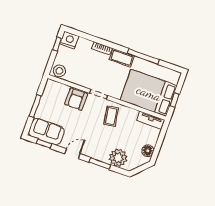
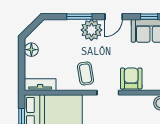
plant: (118, 158) -> (91, 30), moved

